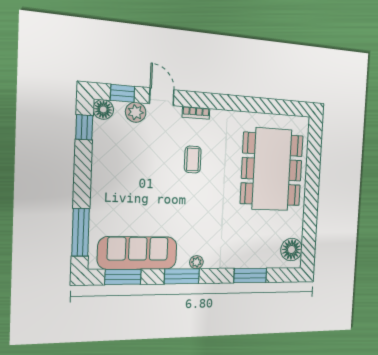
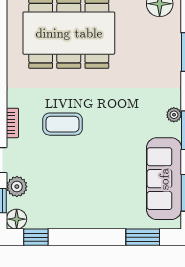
coffee table: (193, 160) -> (62, 124), width x1.36, depth x1.30
window: (81, 232) -> (143, 237), width x0.69

